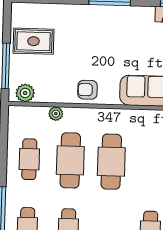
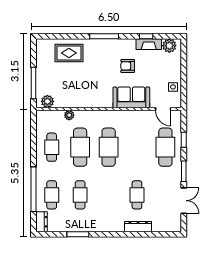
rug: (33, 41) -> (69, 53), moved
armchair: (88, 90) -> (128, 66), moved

